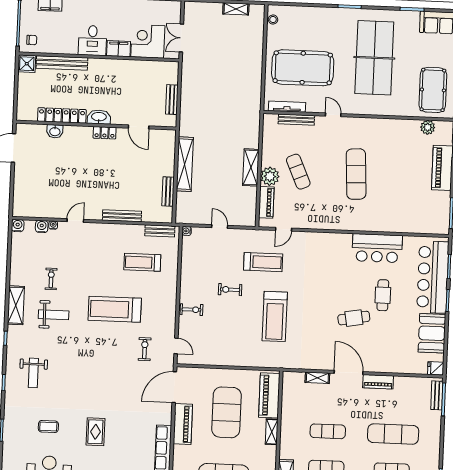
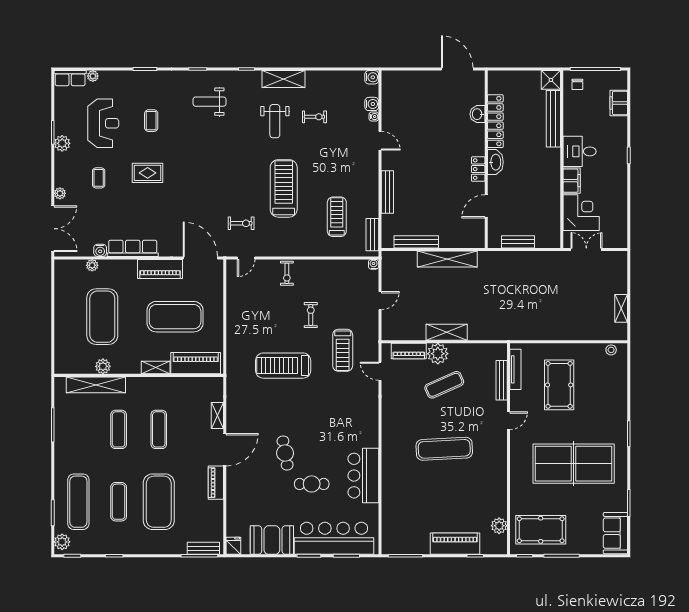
pool table: (303, 68) -> (559, 385), width x0.73, depth x0.76
bench: (168, 192) -> (416, 242), width x1.36
exercise mat: (393, 434) -> (159, 502), width x1.47

